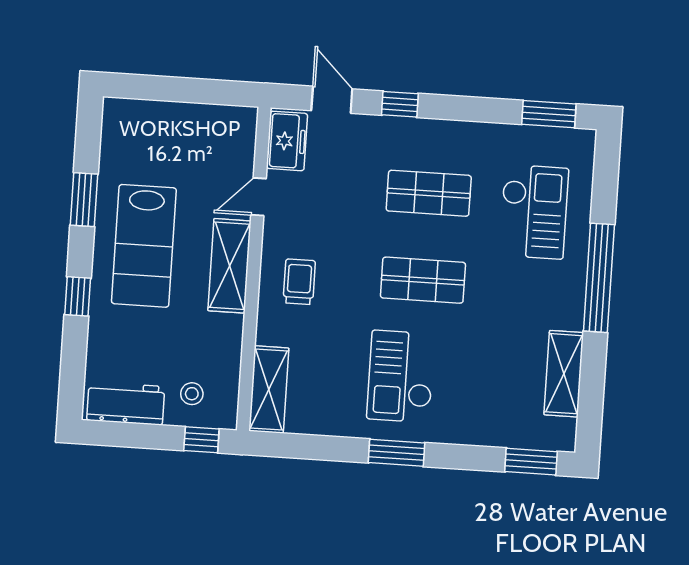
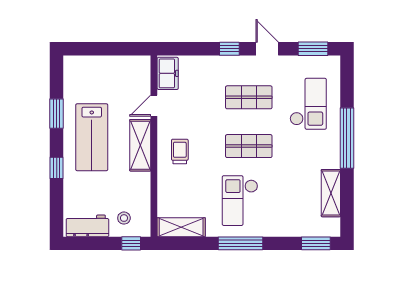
door: (332, 100) -> (267, 49), moved
shelving: (269, 389) -> (181, 227), moved, turned 90
window: (397, 453) -> (240, 243), width x1.44

